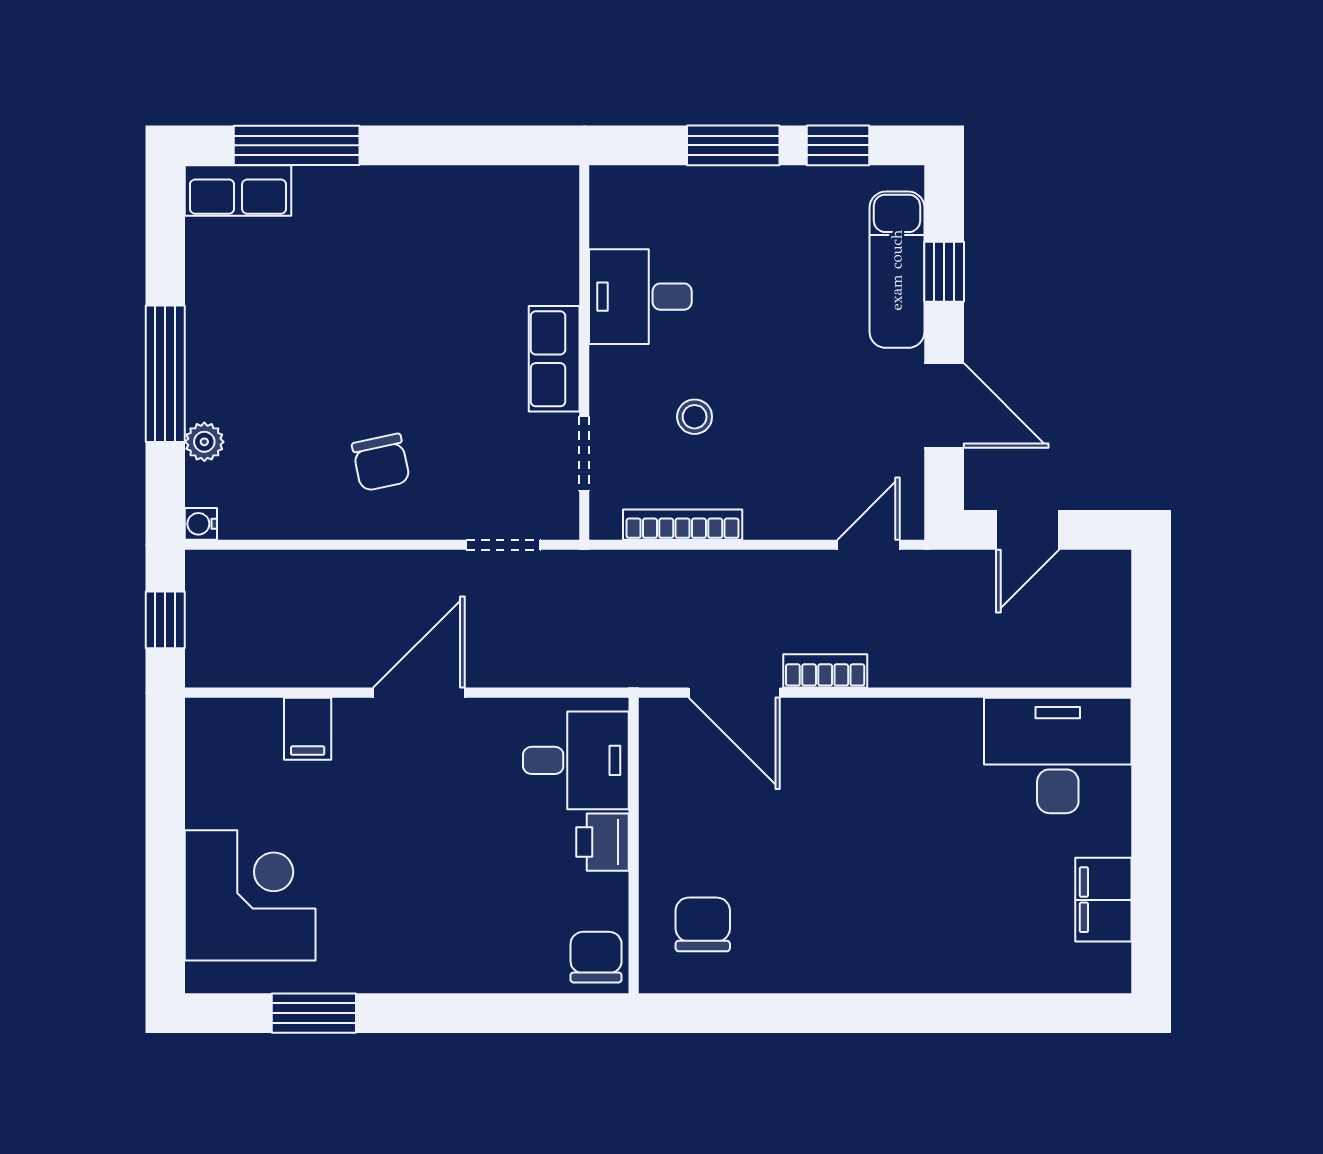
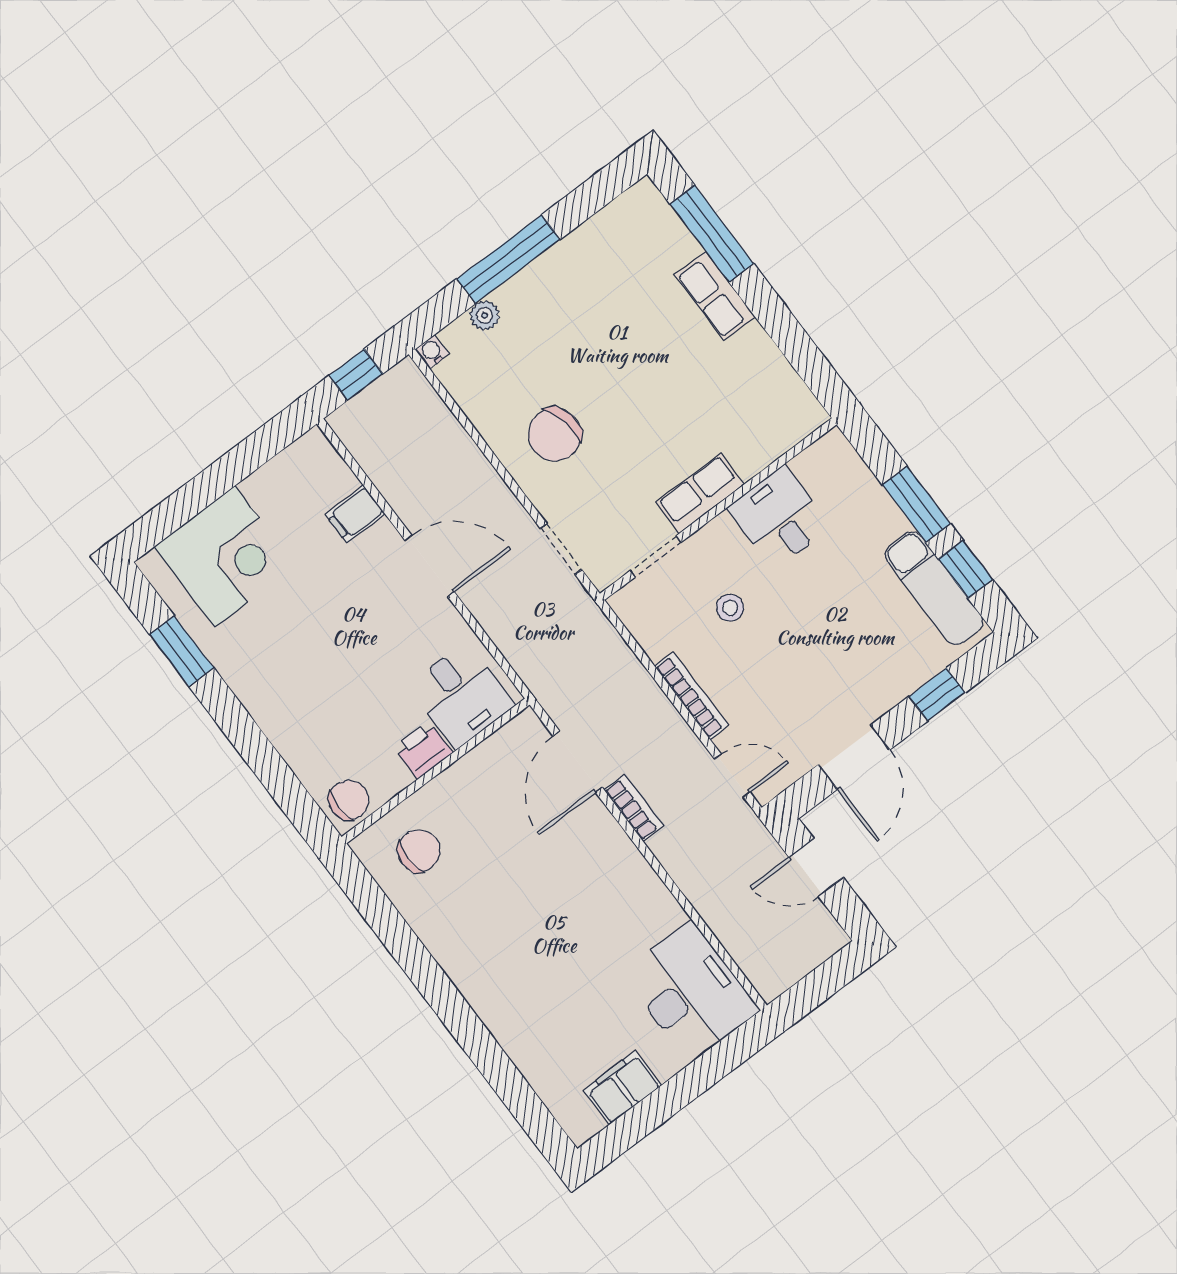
row of seats: (238, 190) -> (715, 296), moved
exam couch: (897, 270) -> (934, 588), moved, turned -90
chair: (381, 462) -> (555, 435), width x1.37, depth x1.37
bookcase: (683, 525) -> (692, 696), moved

